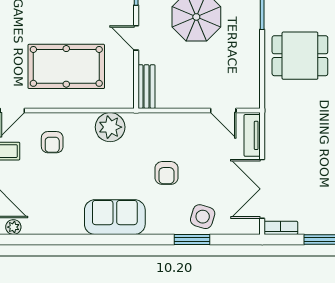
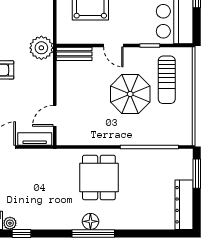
door: (136, 38) -> (113, 46), swing flipped
plant: (110, 127) -> (41, 48), moved

